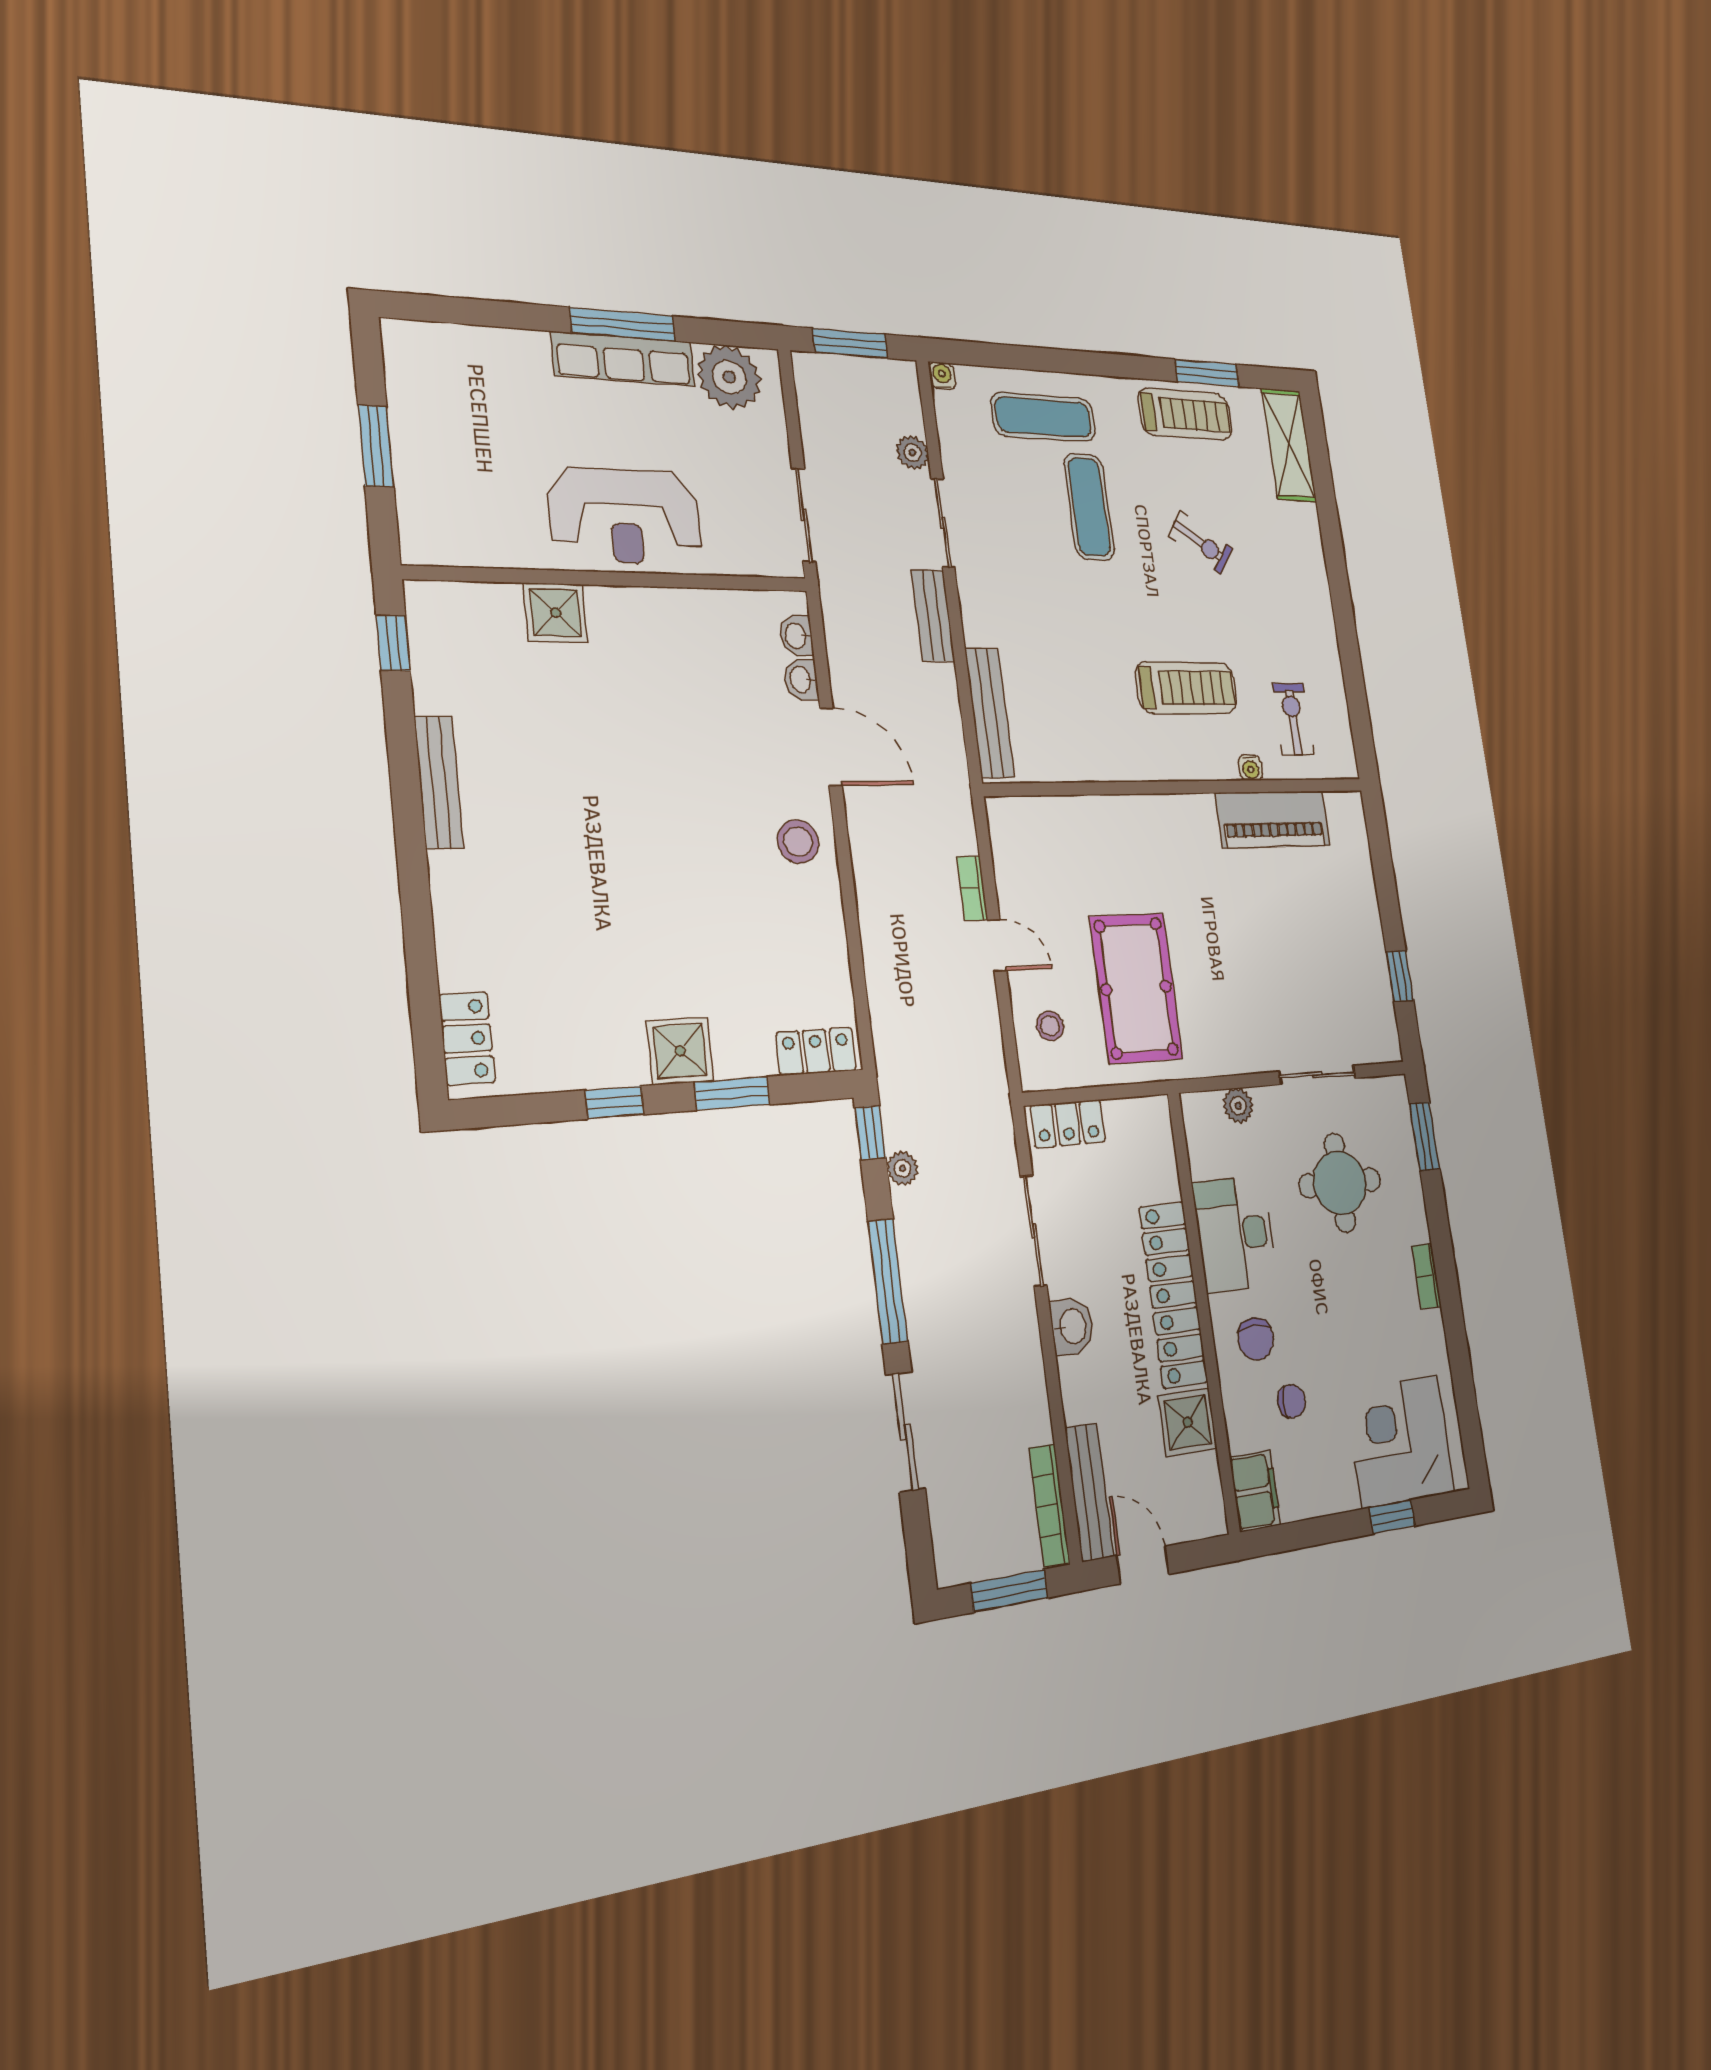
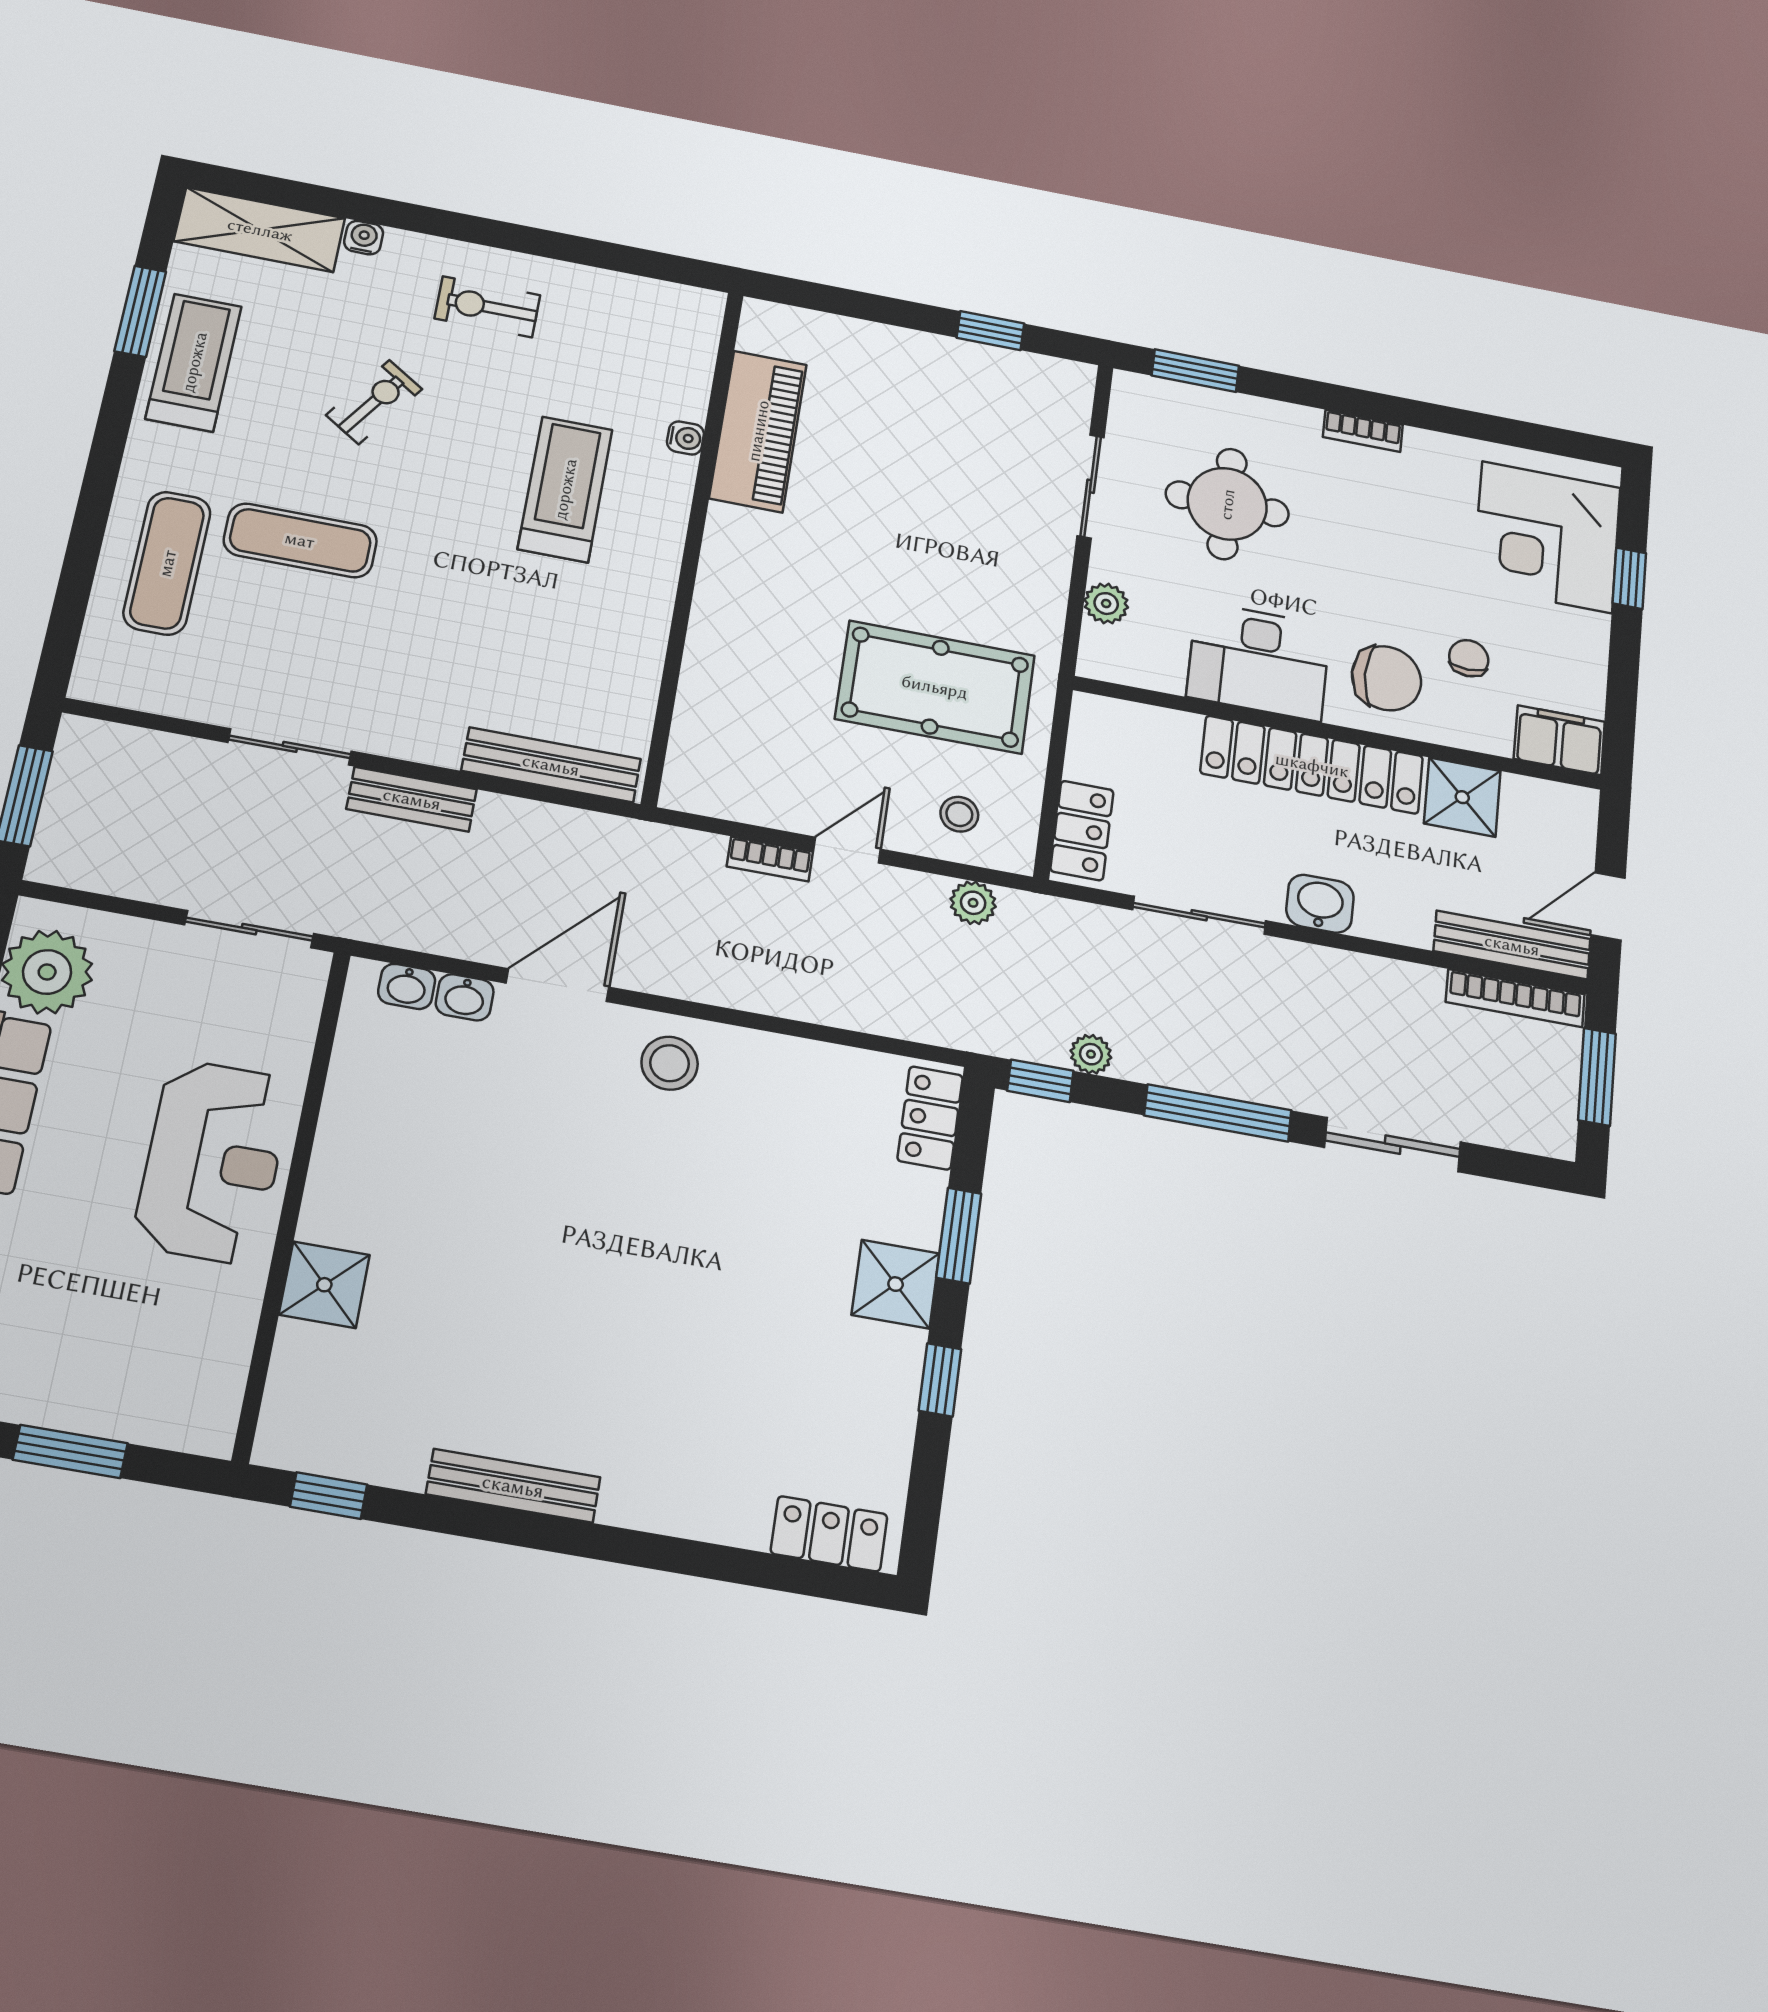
water cooler: (942, 376) -> (364, 238), moved, turned 90
plant: (912, 453) -> (973, 903), moved
exercise bike: (1293, 719) -> (487, 307), moved
chair: (1256, 1339) -> (1386, 678), width x1.37, depth x1.37

